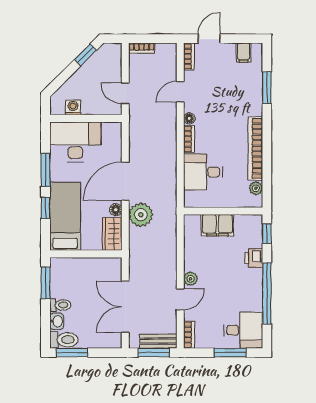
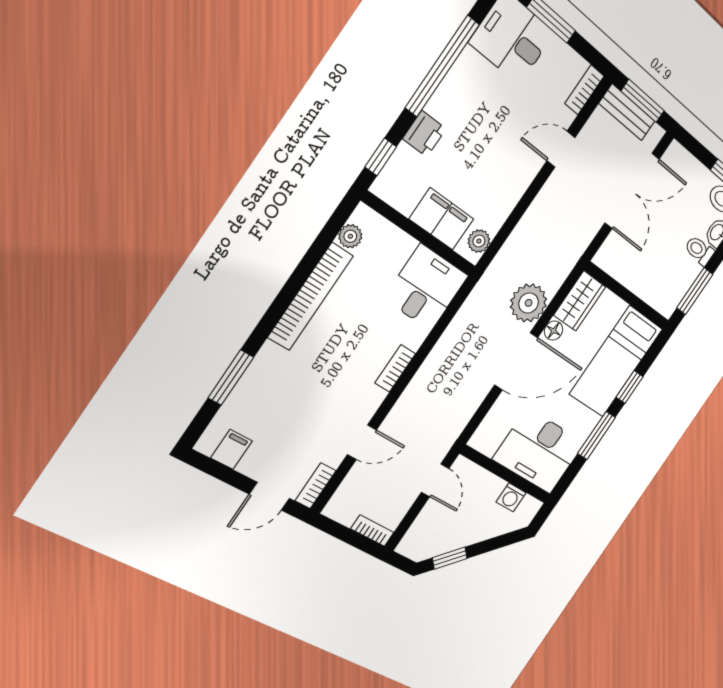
floor lamp: (189, 118) -> (375, 397), removed
desk: (203, 172) -> (426, 287), moved, turned -90
plant: (191, 279) -> (479, 241), moved

